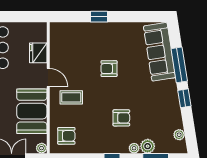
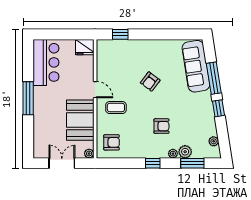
window: (99, 17) -> (120, 34), moved
fridge: (38, 53) -> (85, 47), moved, turned -90
armchair: (109, 69) -> (150, 81), turned -53

